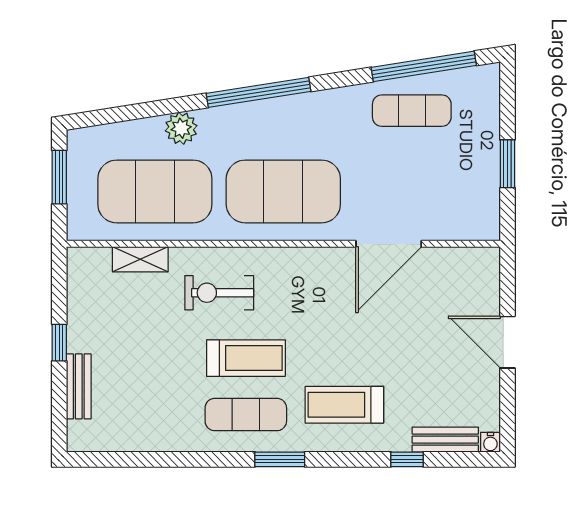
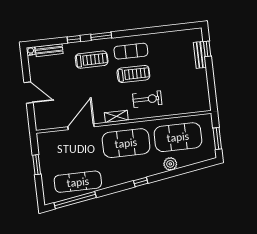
window: (258, 92) -> (141, 182), width x0.32
exercise mat: (412, 111) -> (78, 182), width x1.36, depth x1.45
shelving: (140, 259) -> (116, 116), moved
window: (59, 343) -> (207, 49), moved
treadmill: (246, 358) -> (133, 74), turned 180
window: (280, 459) -> (101, 36), moved
window: (407, 459) -> (74, 39), moved

